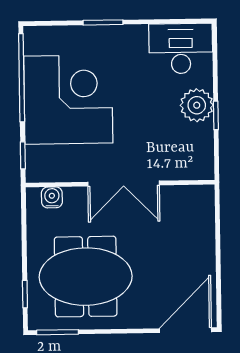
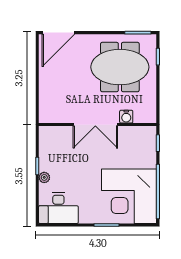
corner desk: (68, 100) -> (129, 196), moved
plant: (197, 105) -> (44, 177), width x0.53, depth x0.53
double door: (124, 184) -> (95, 125), swing flipped
water cooler: (52, 197) -> (126, 117), moved

